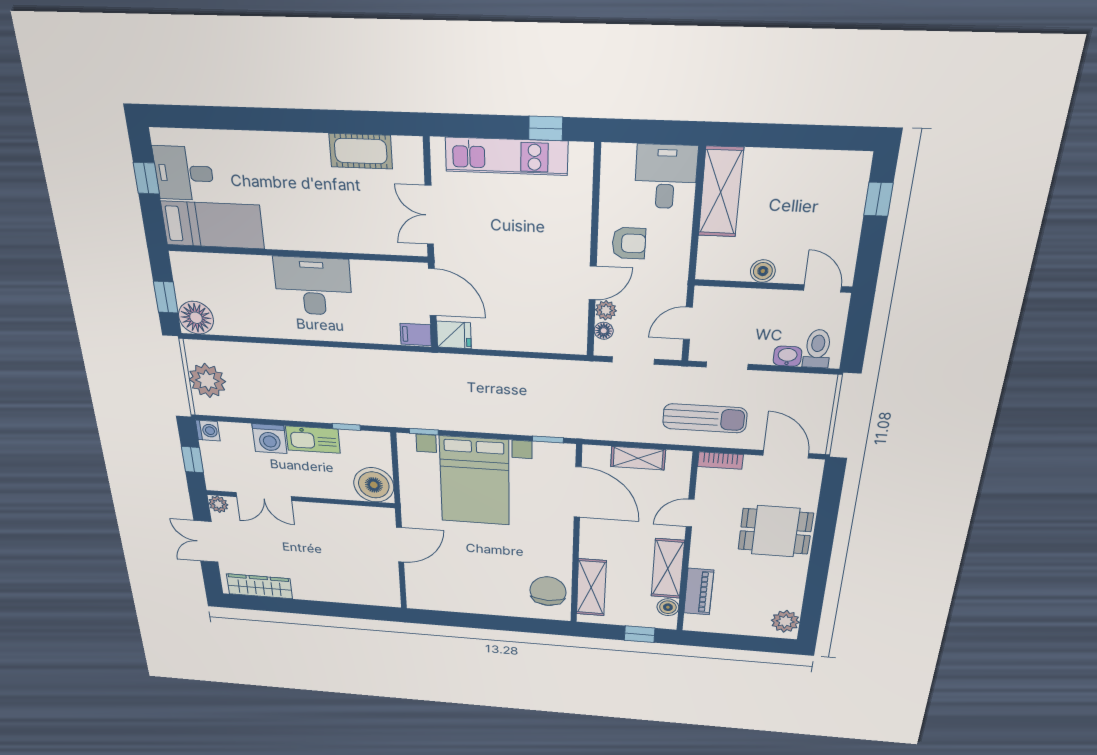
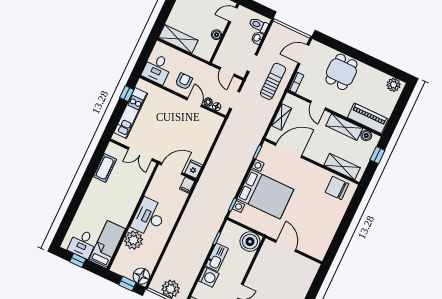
desk: (666, 177) -> (157, 69), moved, turned -90
plant: (252, 274) -> (134, 240), added
piano: (699, 592) -> (368, 118), width x1.37, depth x1.33

